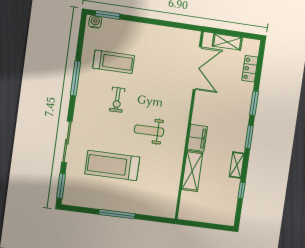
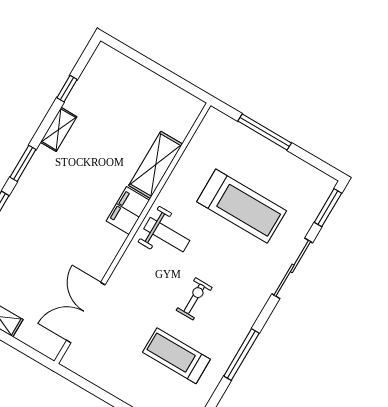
double door: (197, 68) -> (86, 313), moved
wall: (189, 126) -> (132, 233), moved
filing cabinet: (197, 138) -> (128, 211), moved
shelving: (192, 171) -> (156, 165), moved

